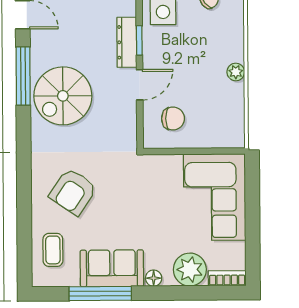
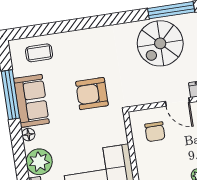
spiral stairs: (63, 96) -> (160, 43), turned -90
armchair: (73, 192) -> (92, 94), moved, turned -34

